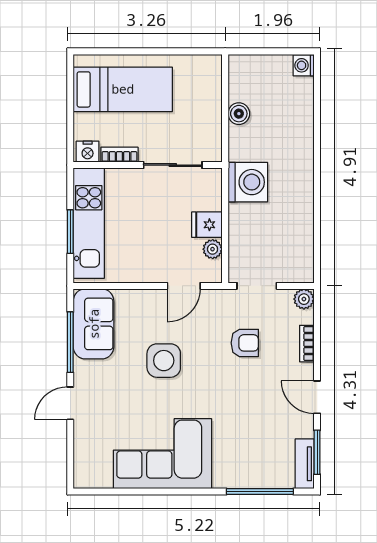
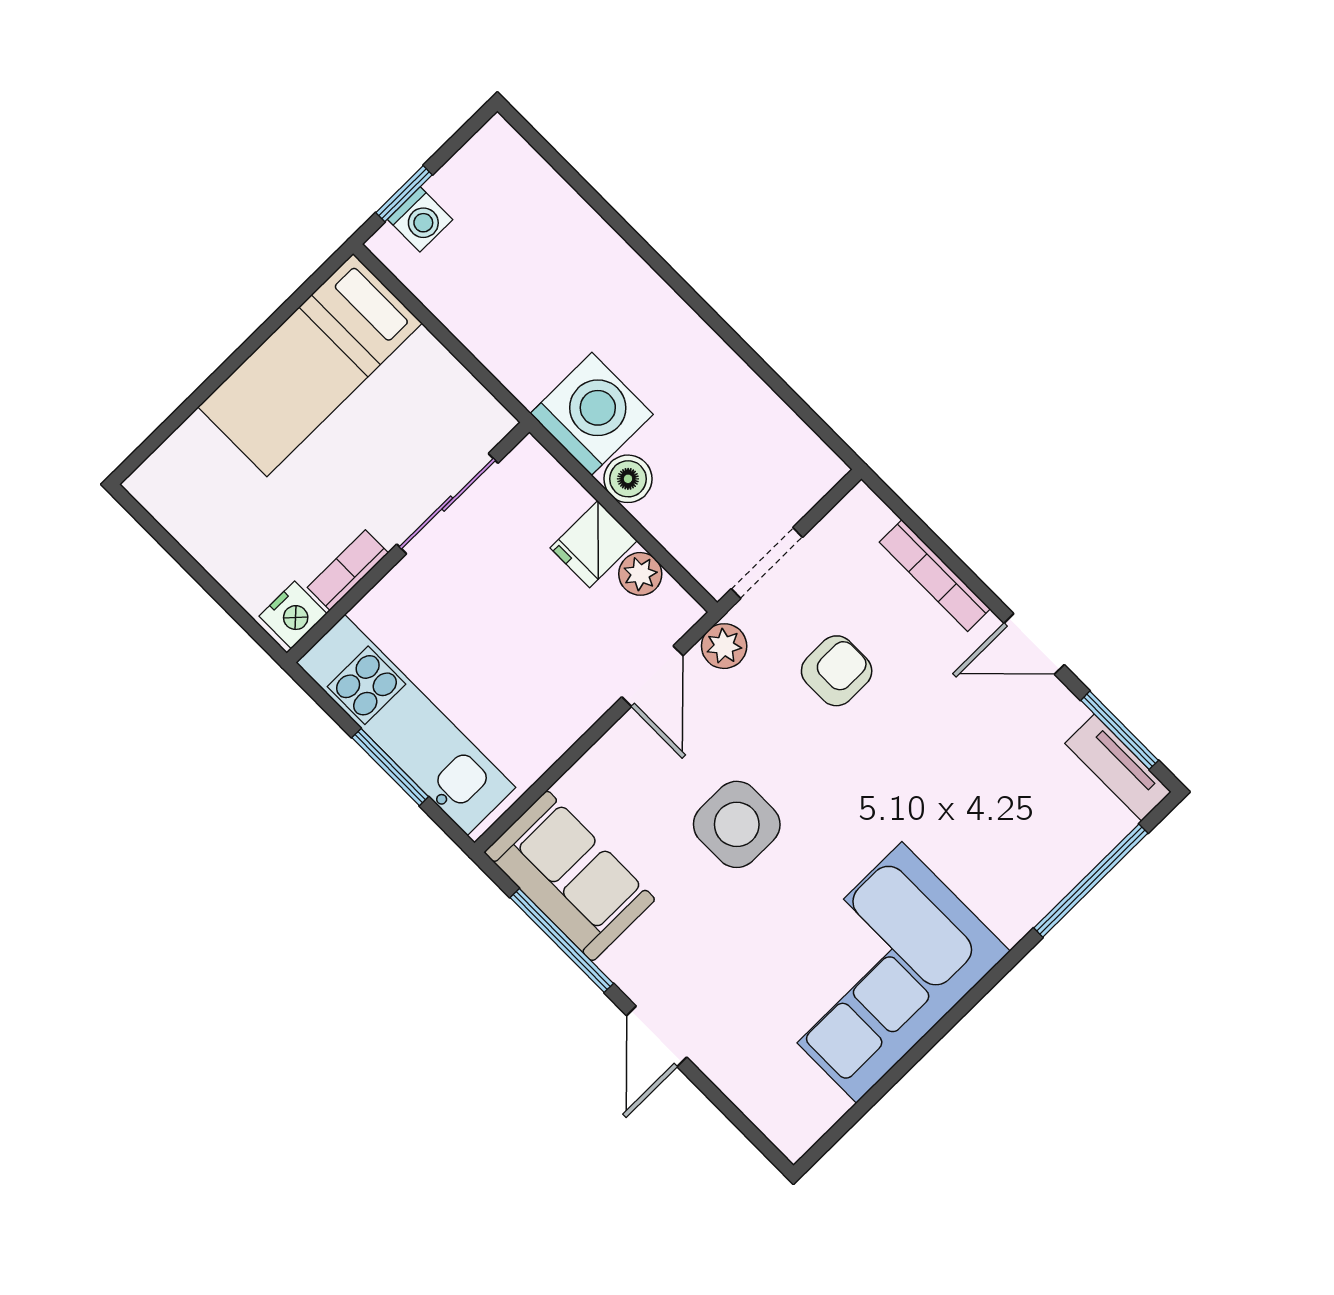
window: (258, 51) -> (404, 194), added
washing machine: (304, 65) -> (420, 219), moved, turned -90
bed: (123, 89) -> (310, 365), moved, turned 180
boiler: (239, 114) -> (628, 479), moved
plant: (304, 299) -> (724, 646), moved
bookcase: (307, 344) -> (935, 576), width x1.56

